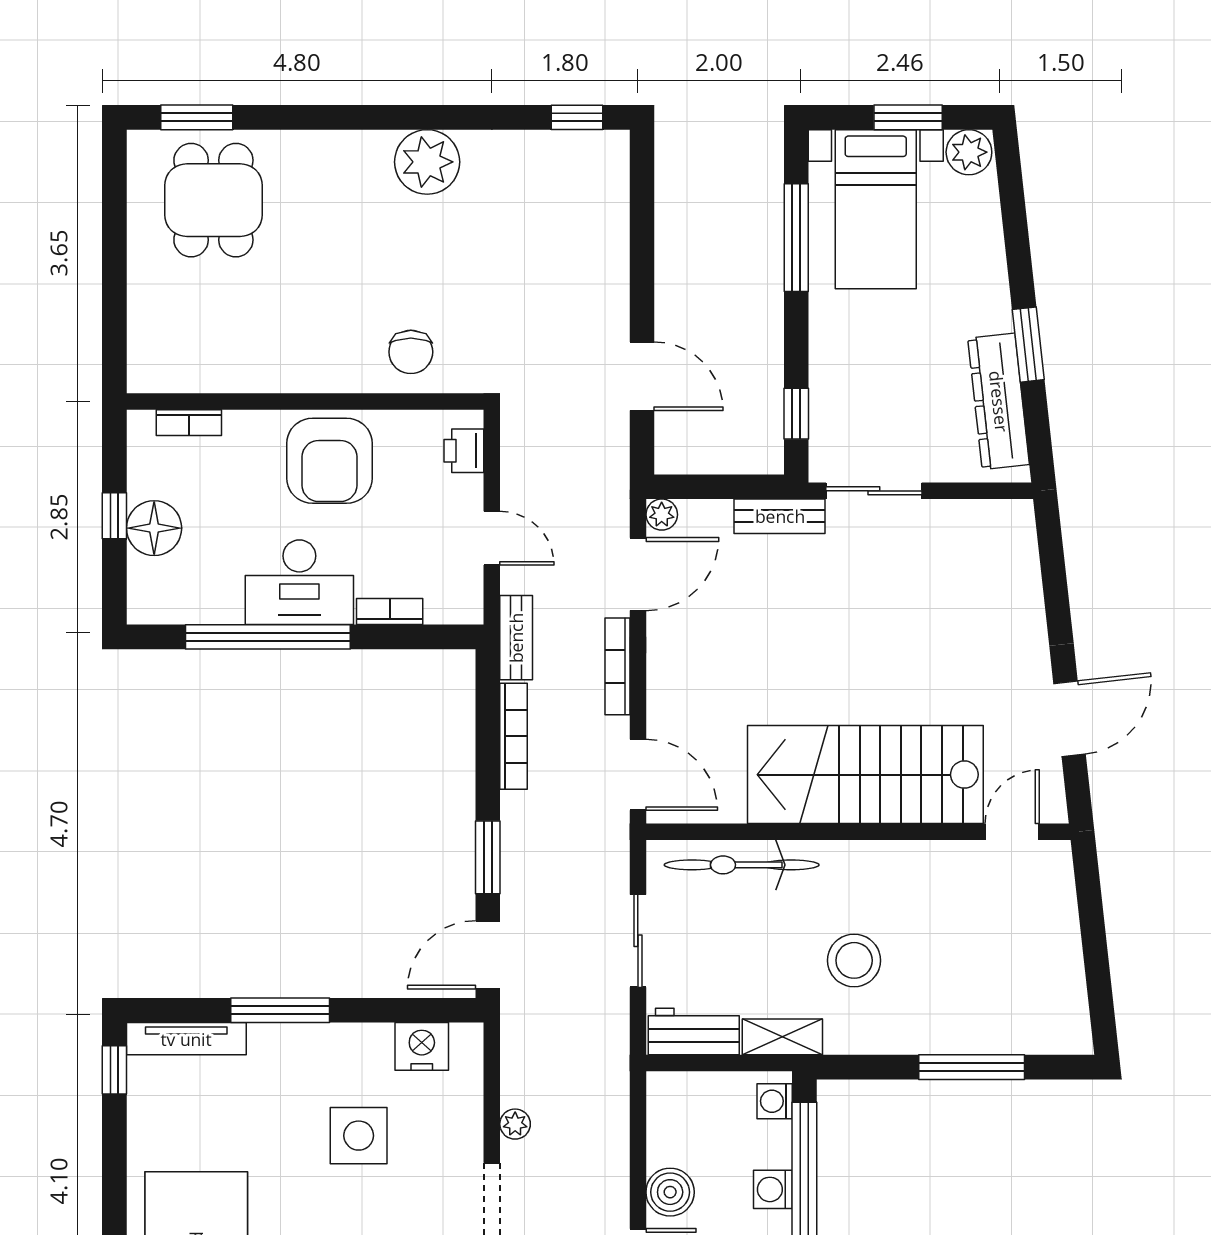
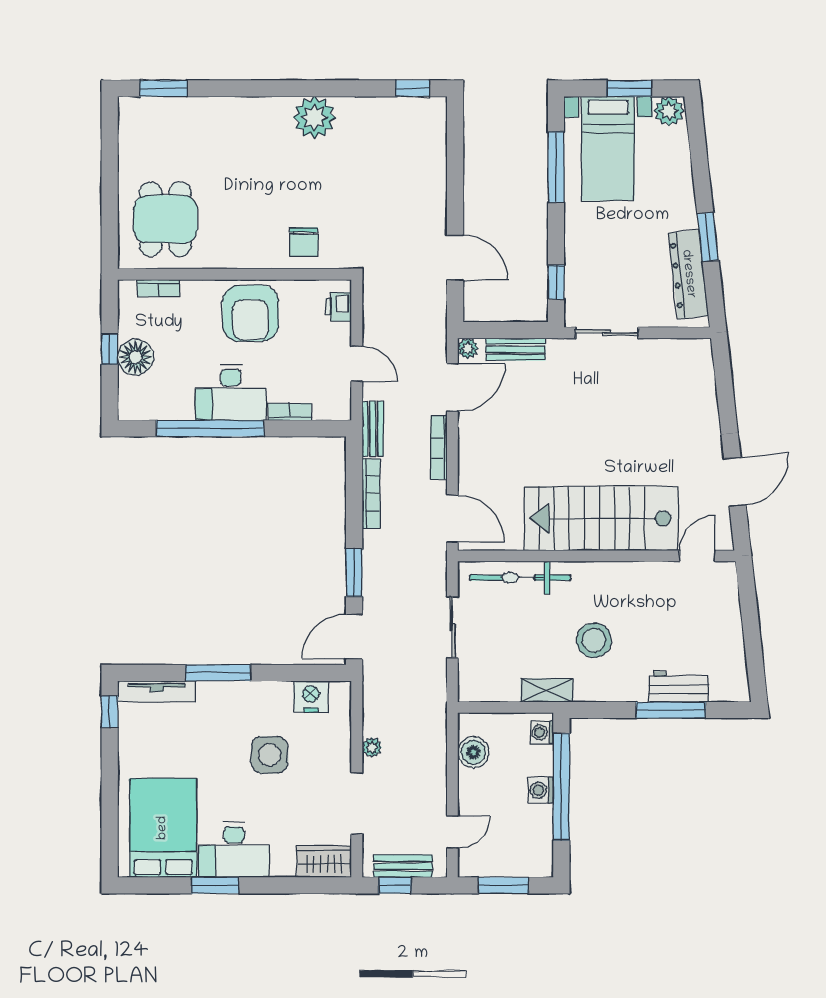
dining table: (213, 200) -> (165, 219), moved
bench: (780, 516) -> (516, 349), moved
workbench: (694, 1031) -> (679, 687), moved
boiler: (670, 1192) -> (473, 752), moved

